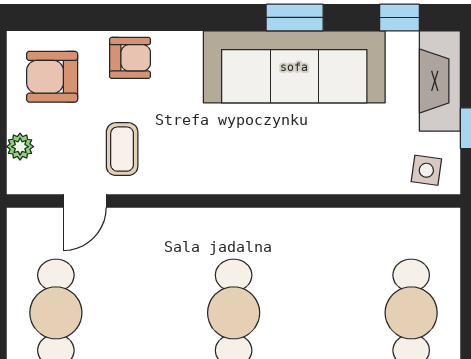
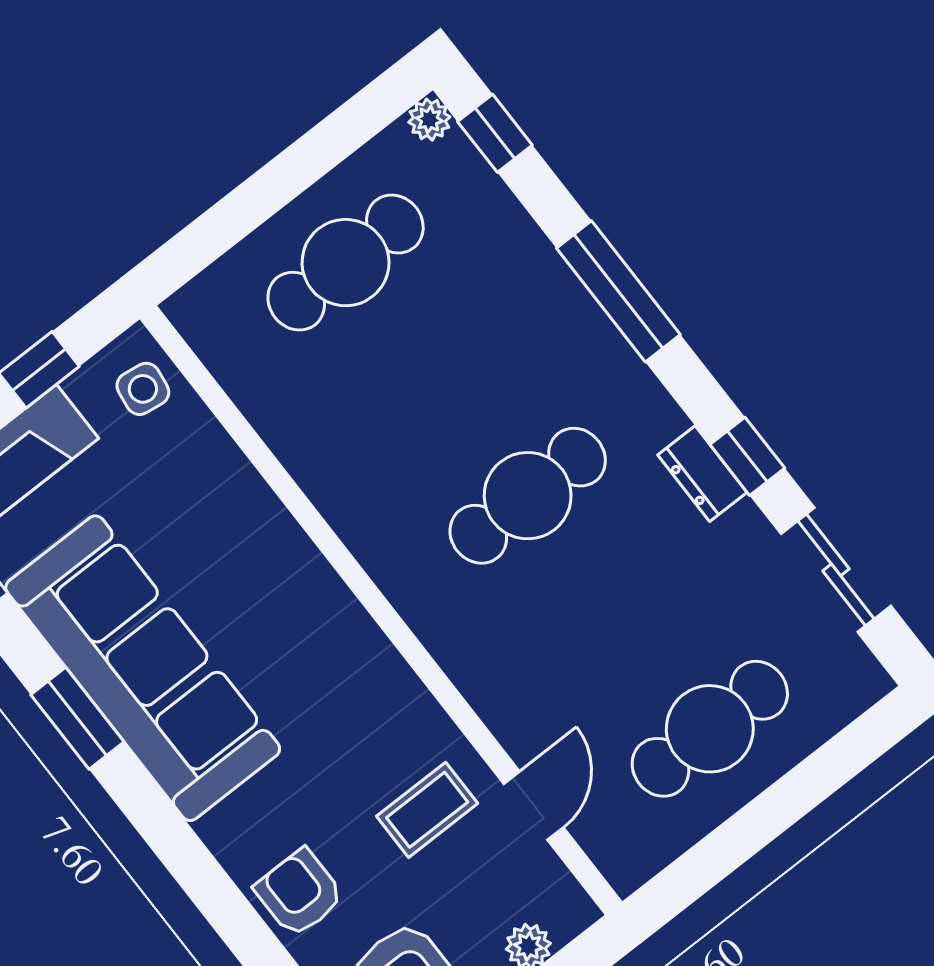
door: (85, 201) -> (534, 806), hinge flipped

